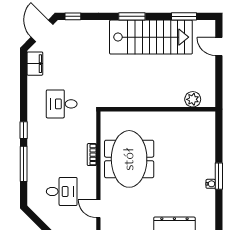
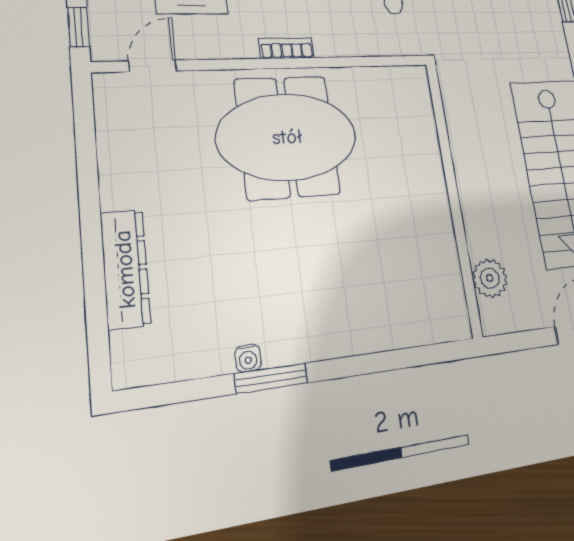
plant: (193, 99) -> (490, 278), moved
wall: (158, 109) -> (453, 196), moved

